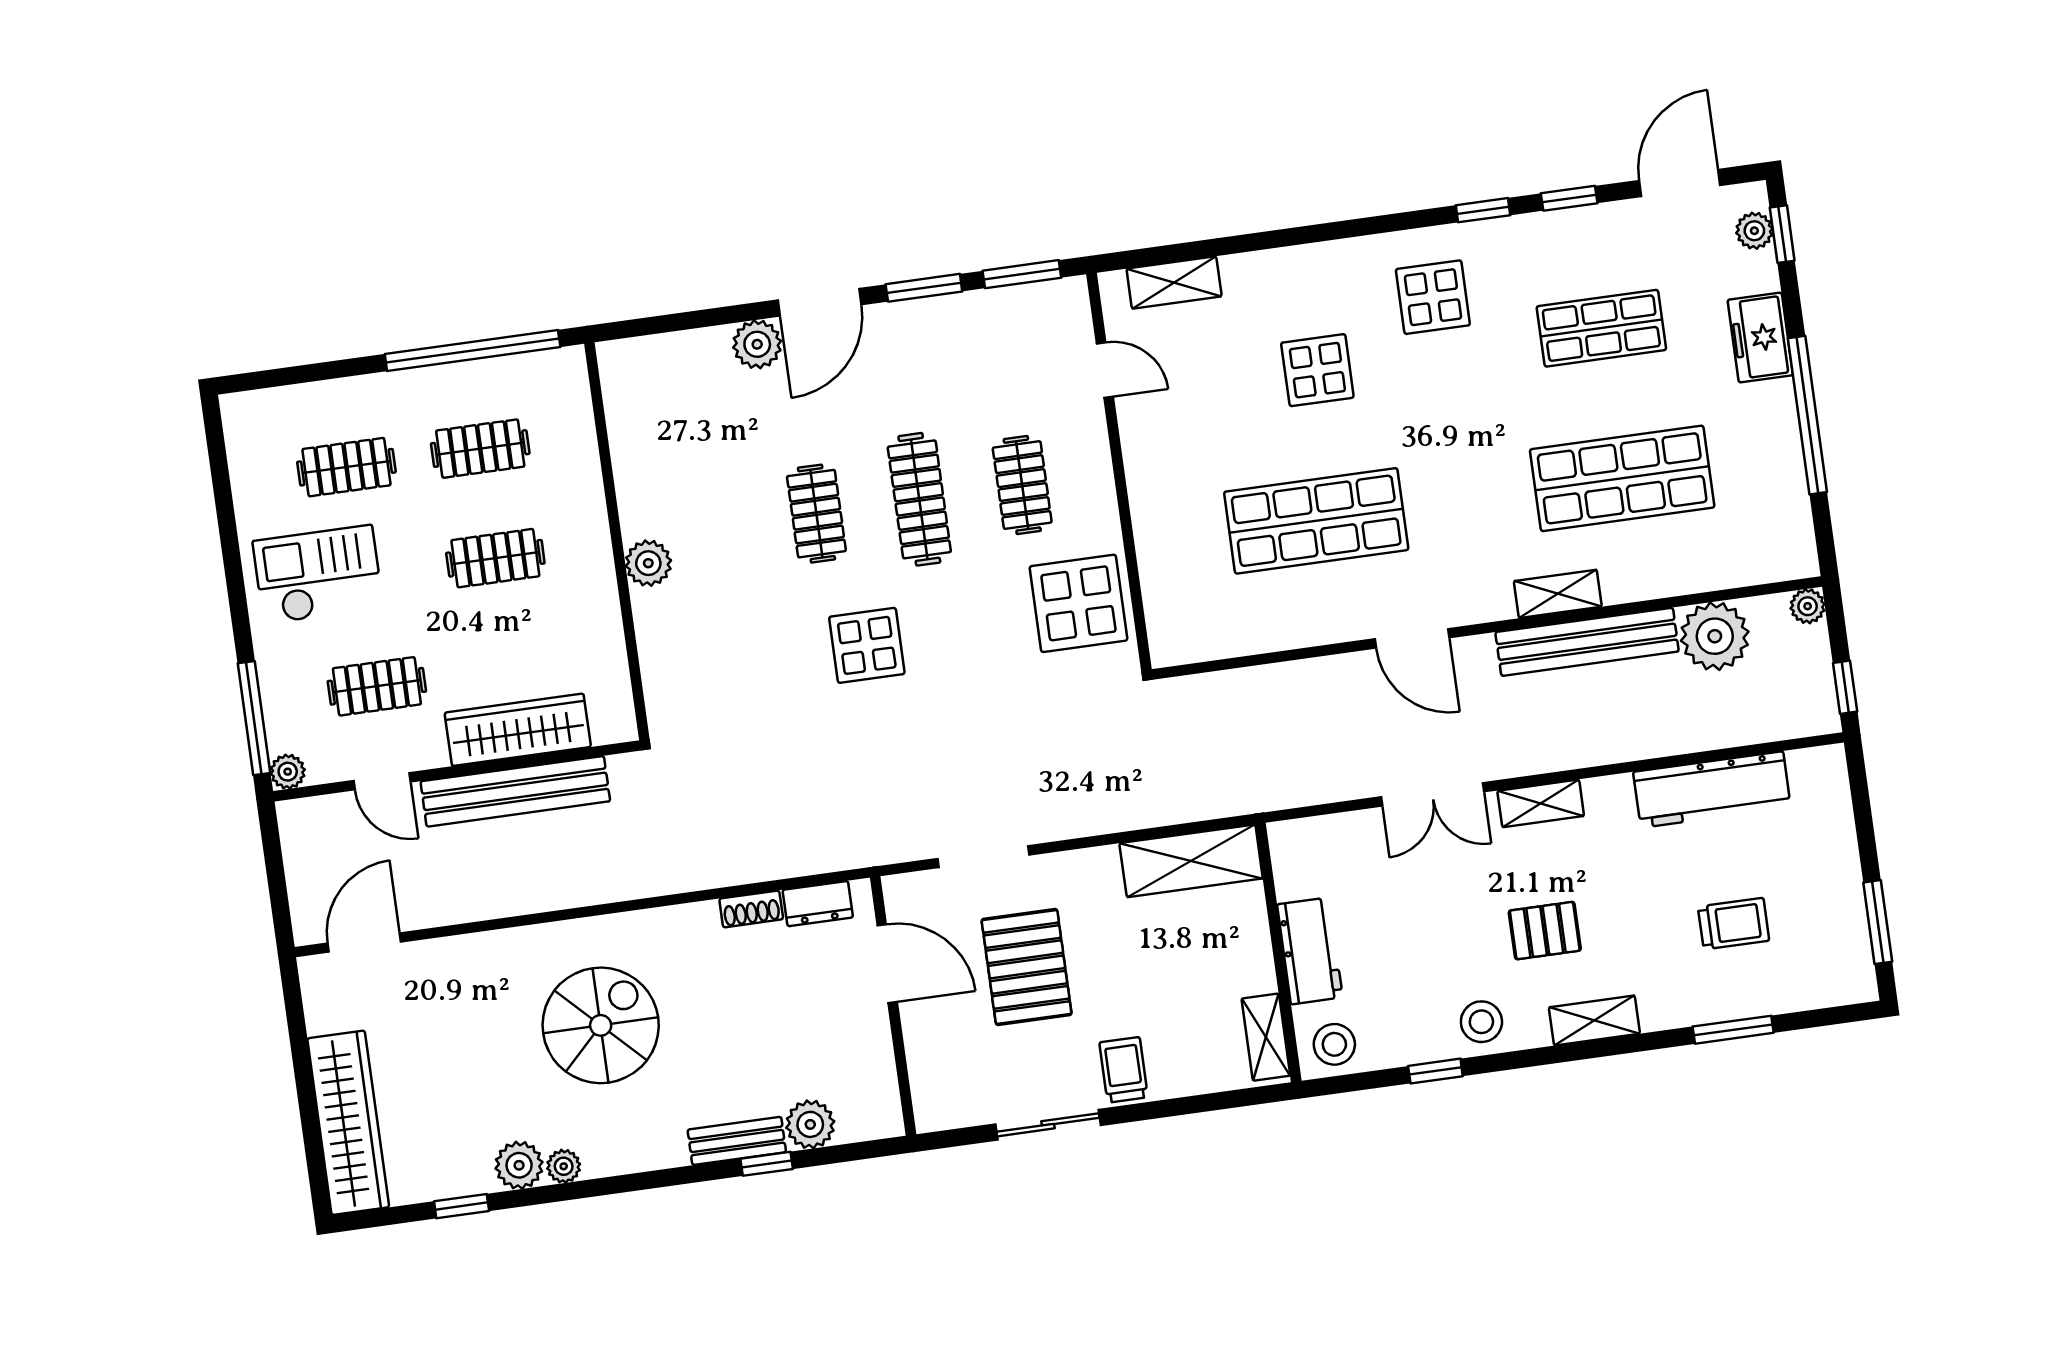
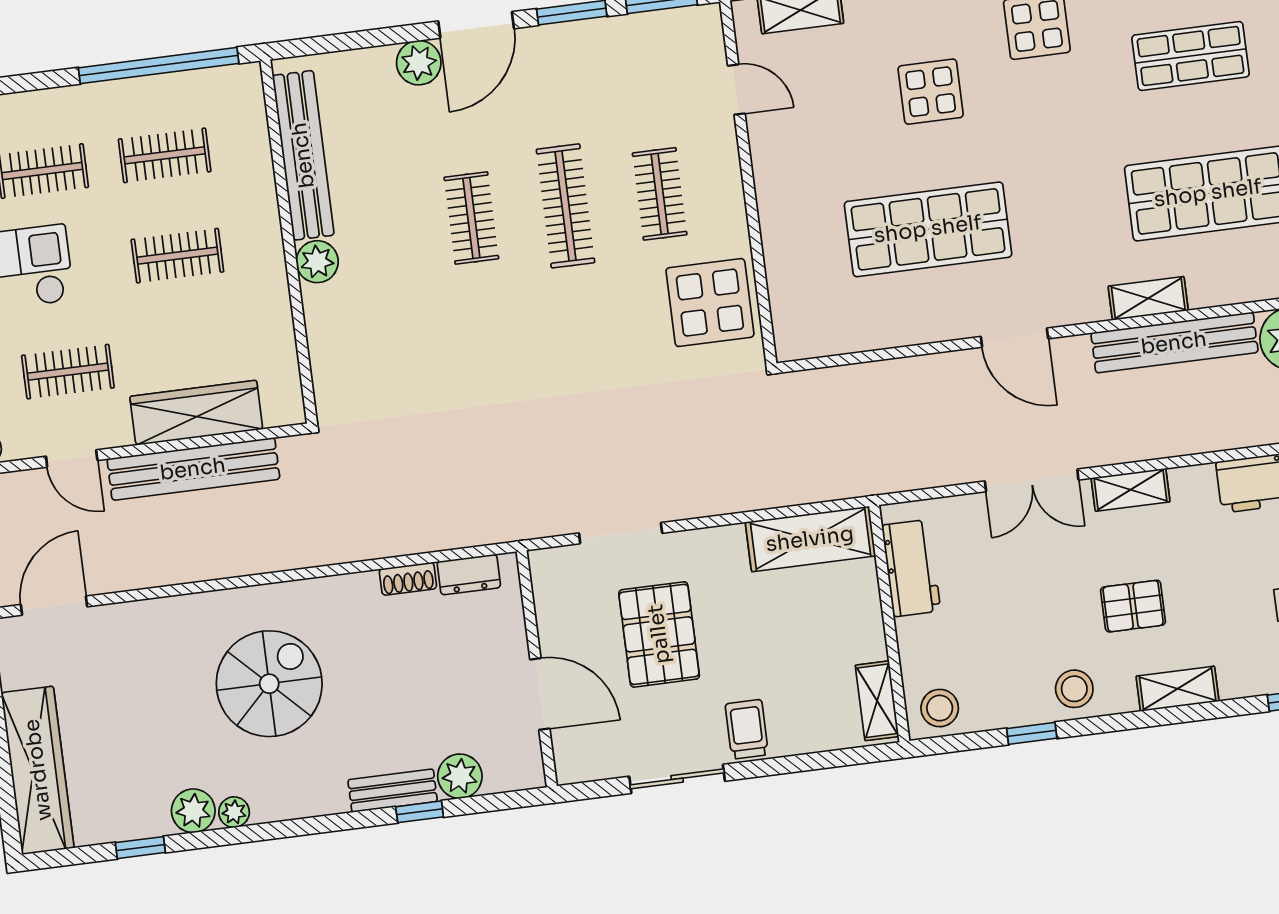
bench: (632, 447) -> (303, 155), added
display table: (867, 645) -> (516, 339), removed
workbench: (1310, 951) -> (911, 568), moved
door: (887, 964) -> (540, 694), moved

